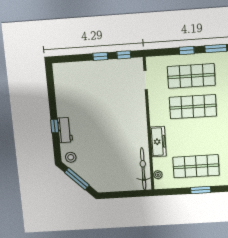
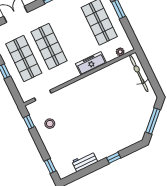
window: (100, 56) -> (50, 166), moved
workbench: (65, 130) -> (85, 162), moved
stool: (71, 157) -> (50, 124), moved
bicycle: (143, 169) -> (139, 73), moved, turned 90

